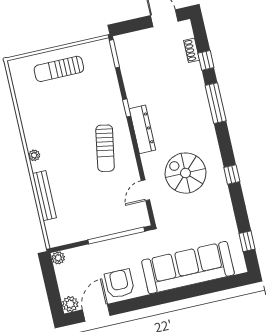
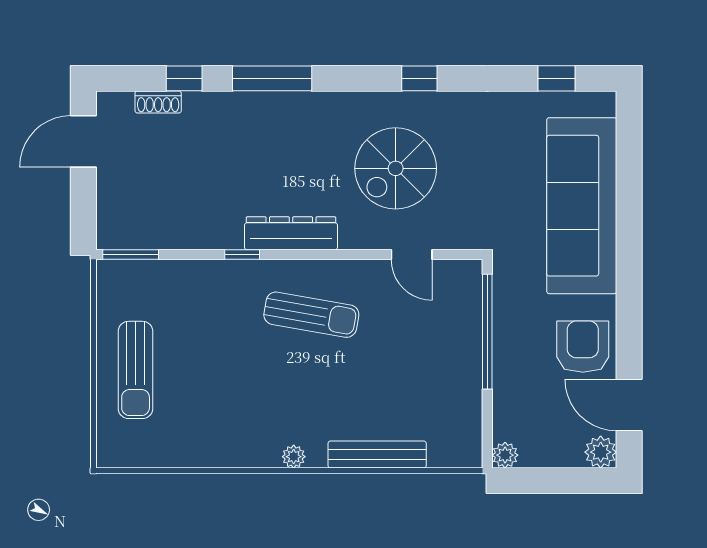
armchair: (120, 284) -> (583, 347), turned 90

